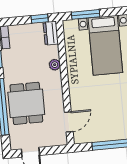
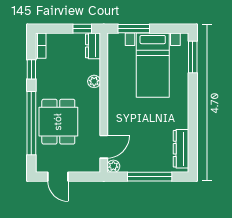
plant: (79, 138) -> (113, 166), added

